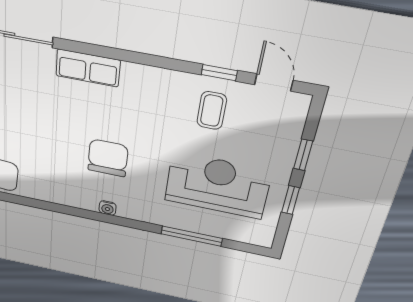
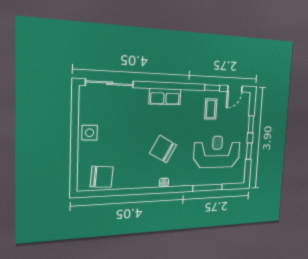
row of seats: (88, 68) -> (165, 97), moved
door: (274, 82) -> (235, 89), swing flipped
chair: (108, 158) -> (163, 149), turned -61

